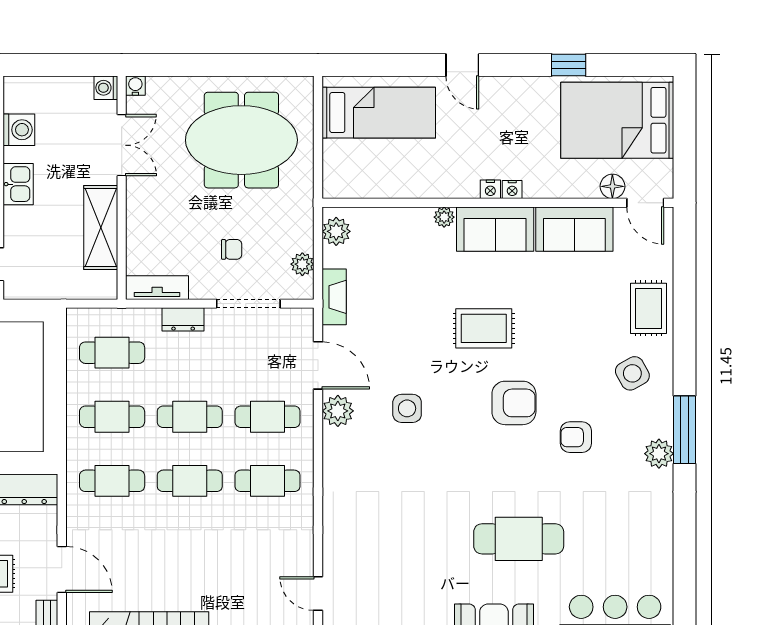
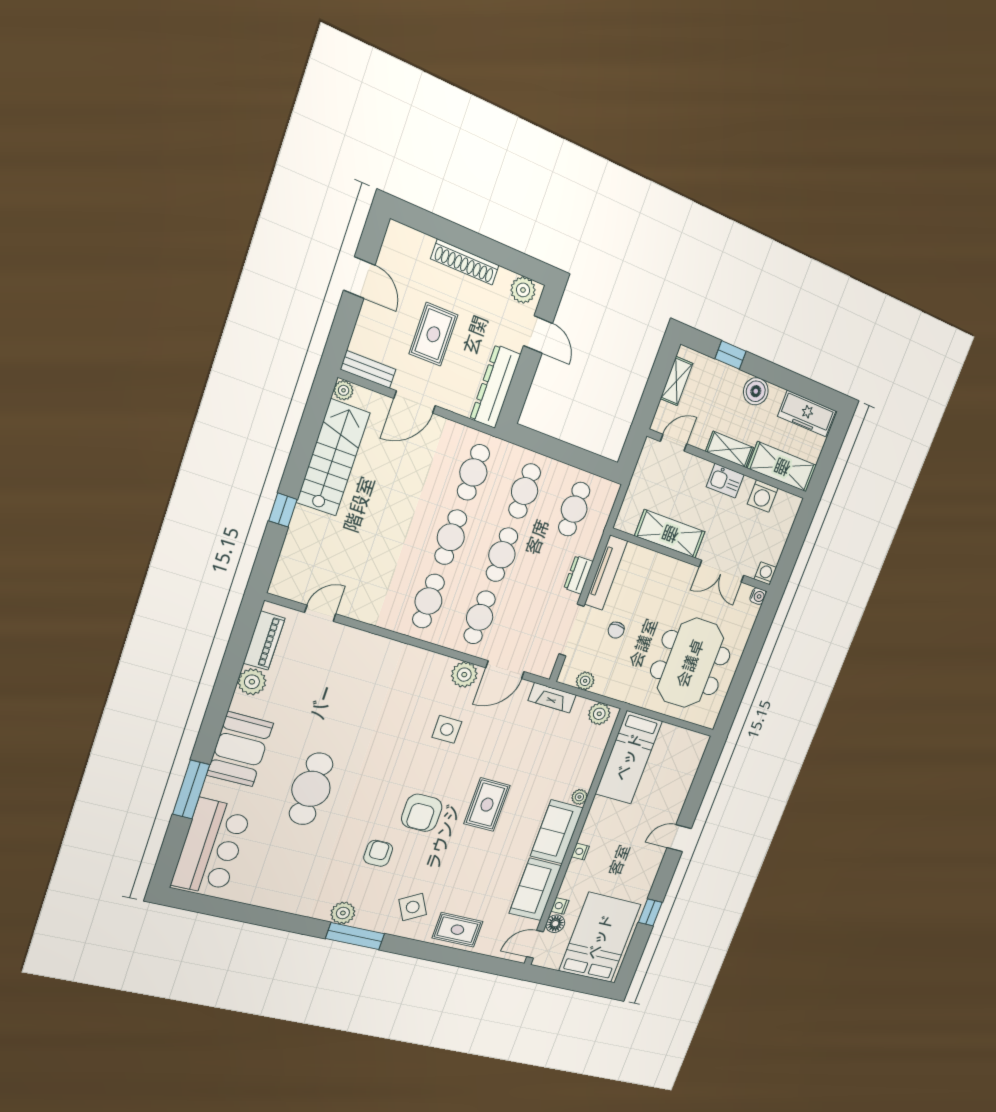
bed: (379, 113) -> (629, 757), moved
nightstand: (490, 189) -> (560, 906), moved
tv unit: (157, 288) -> (606, 573), width x1.41

